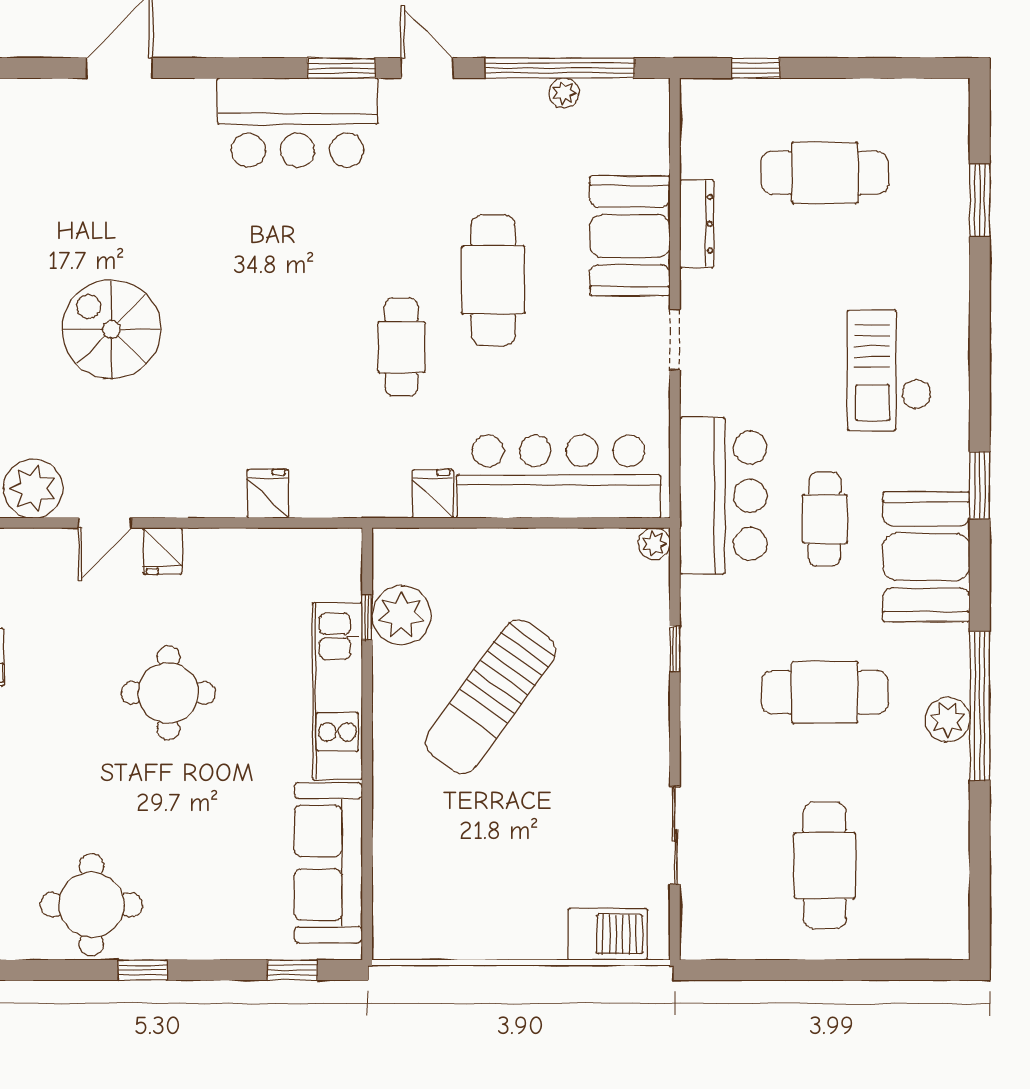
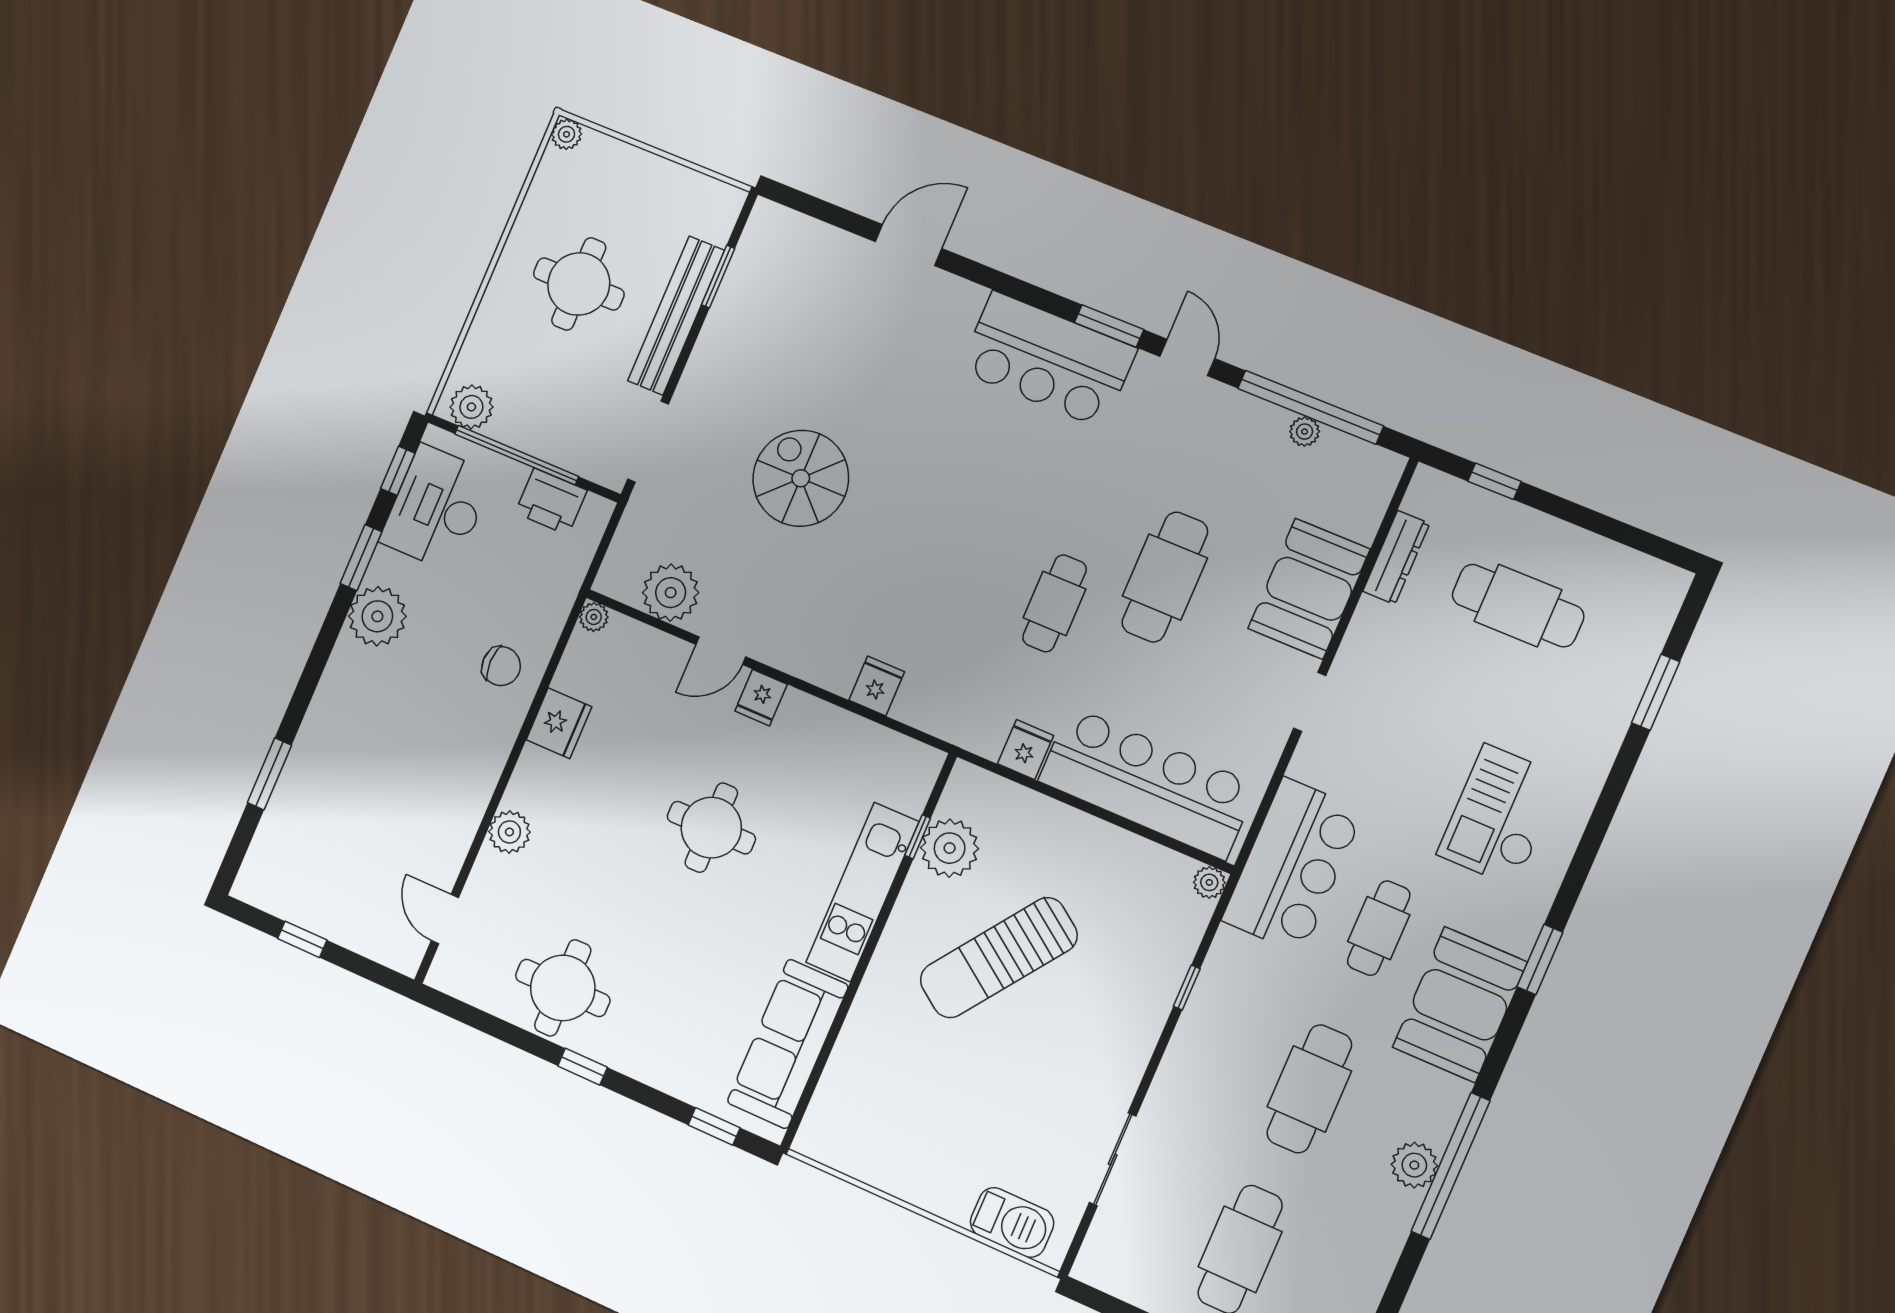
dresser: (697, 224) -> (1396, 557), moved
cafe table: (825, 692) -> (1309, 1089), turned 90

